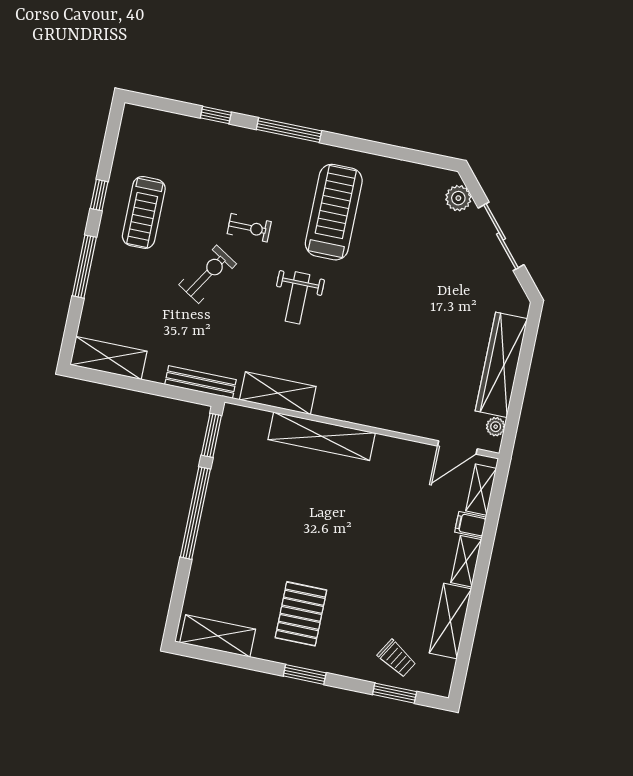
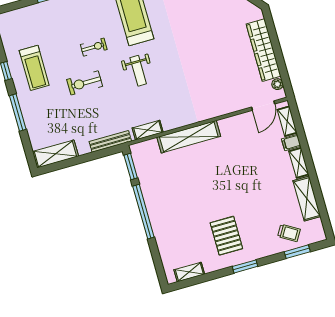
exercise bike: (208, 274) -> (85, 83), turned -122
shelving: (278, 393) -> (148, 130), width x0.67, depth x0.75
shelving: (218, 636) -> (189, 272), width x0.67, depth x0.75

